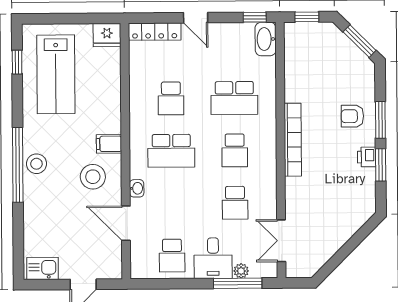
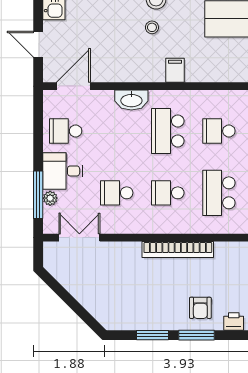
armchair: (352, 116) -> (200, 308), turned 180
printer: (367, 157) -> (234, 321), moved
stool: (93, 177) -> (152, 27), moved, width x0.53, depth x0.53
washbasin: (137, 188) -> (131, 100), width x1.91, depth x1.45
door: (126, 223) -> (73, 86), moved

